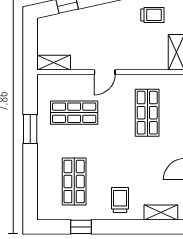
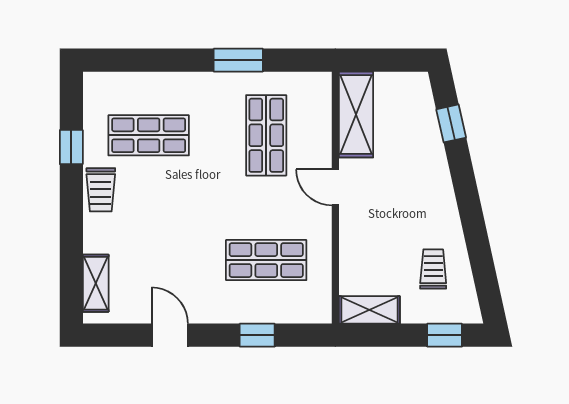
trolley: (152, 15) -> (433, 269), turned 180
shelving: (54, 63) -> (356, 115), width x1.50, depth x1.33
trolley: (120, 200) -> (101, 190), moved, turned 90

